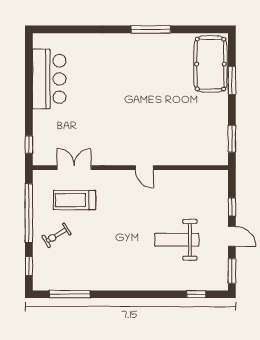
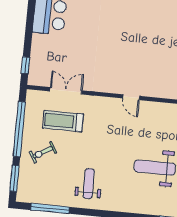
weight bench: (108, 264) -> (89, 183), added
window: (29, 266) -> (14, 178), width x1.50

